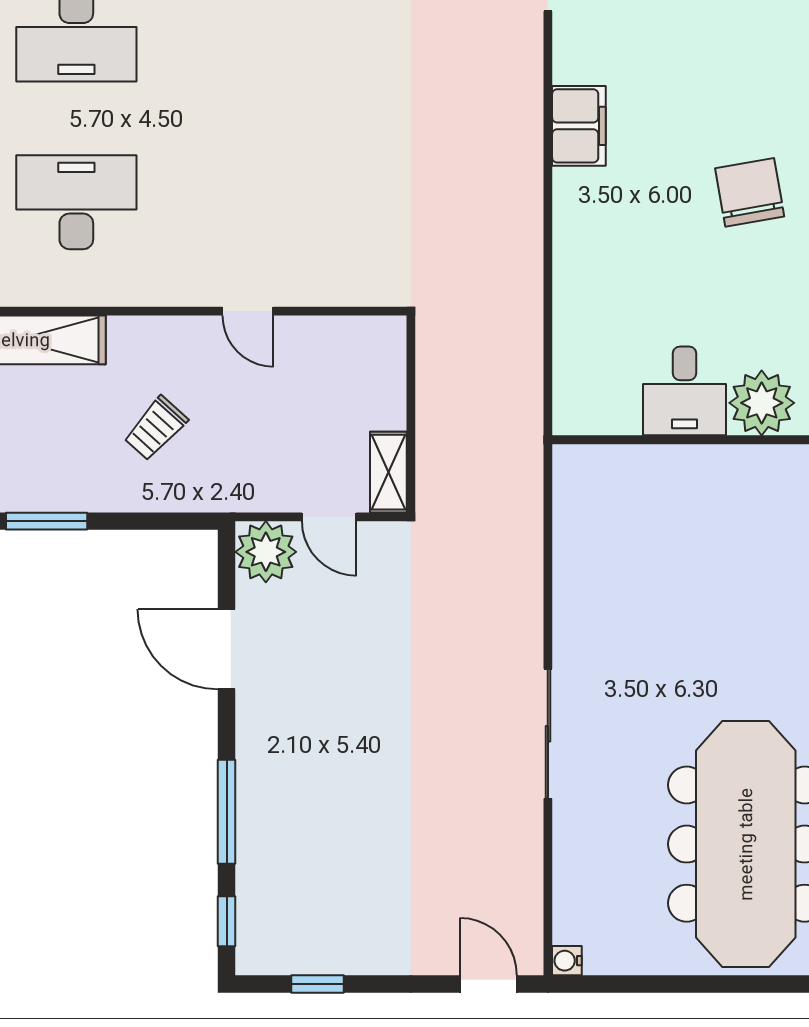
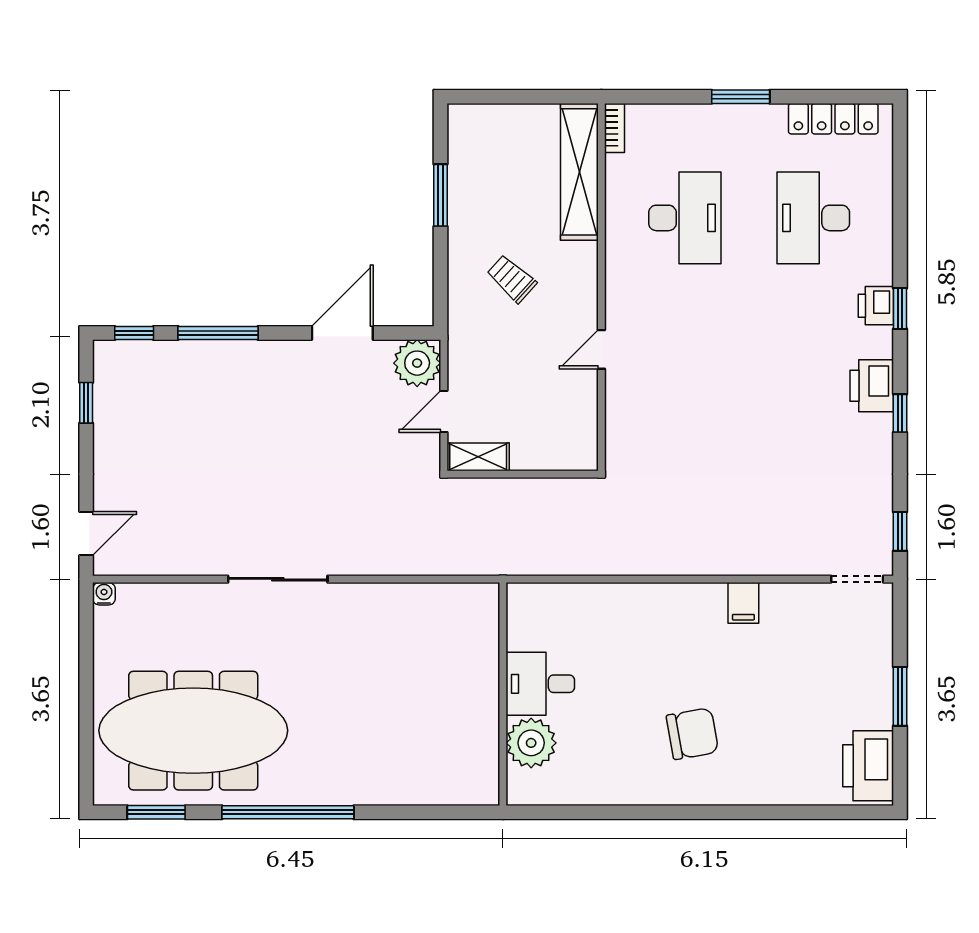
filing cabinet: (579, 126) -> (743, 603), width x0.50

